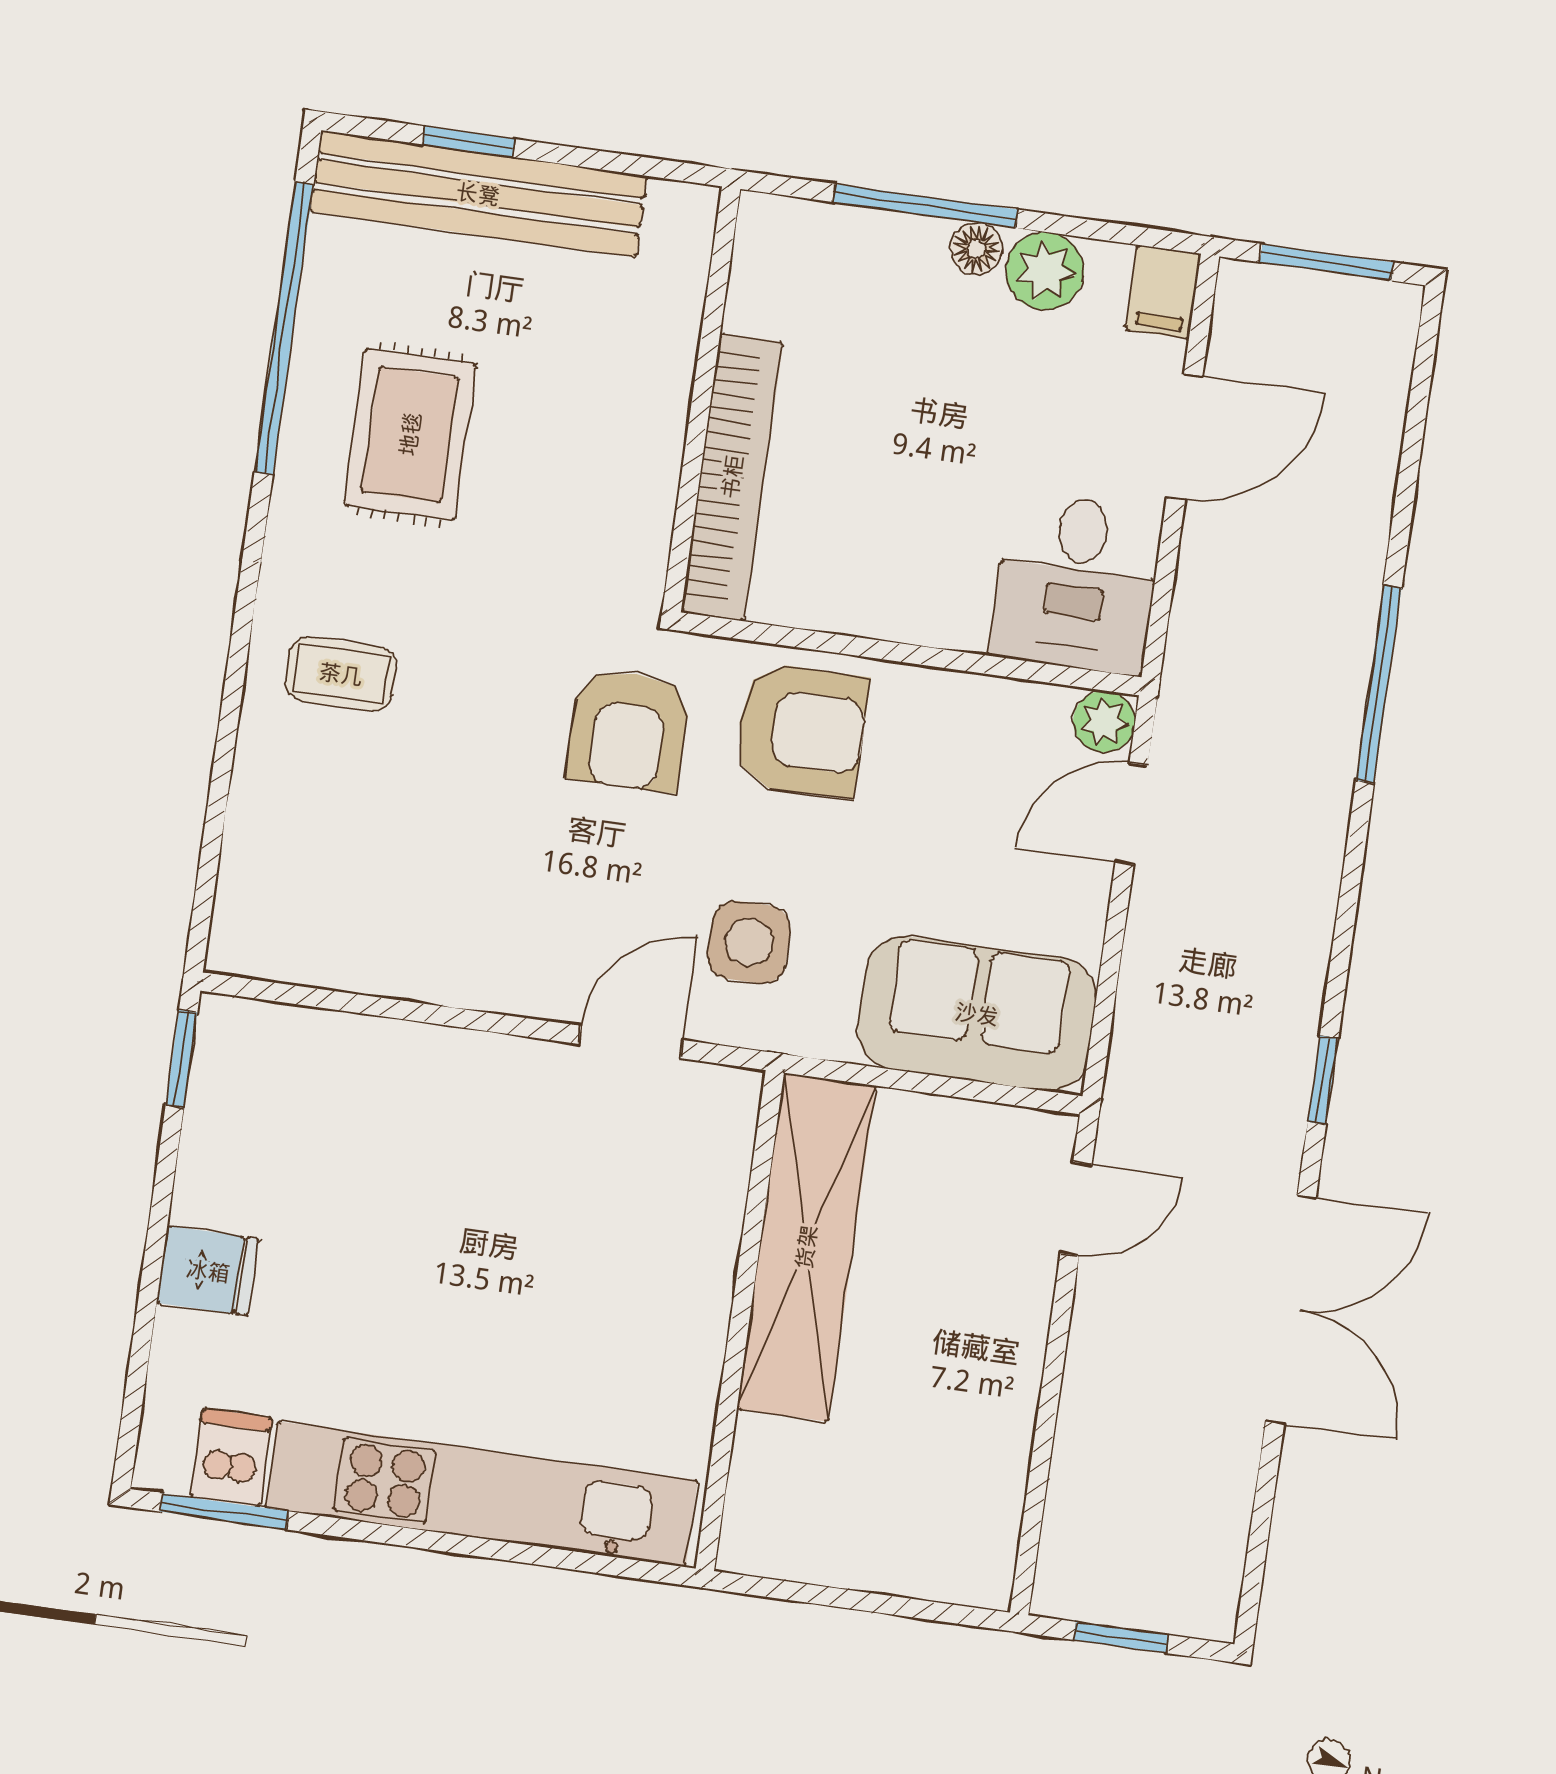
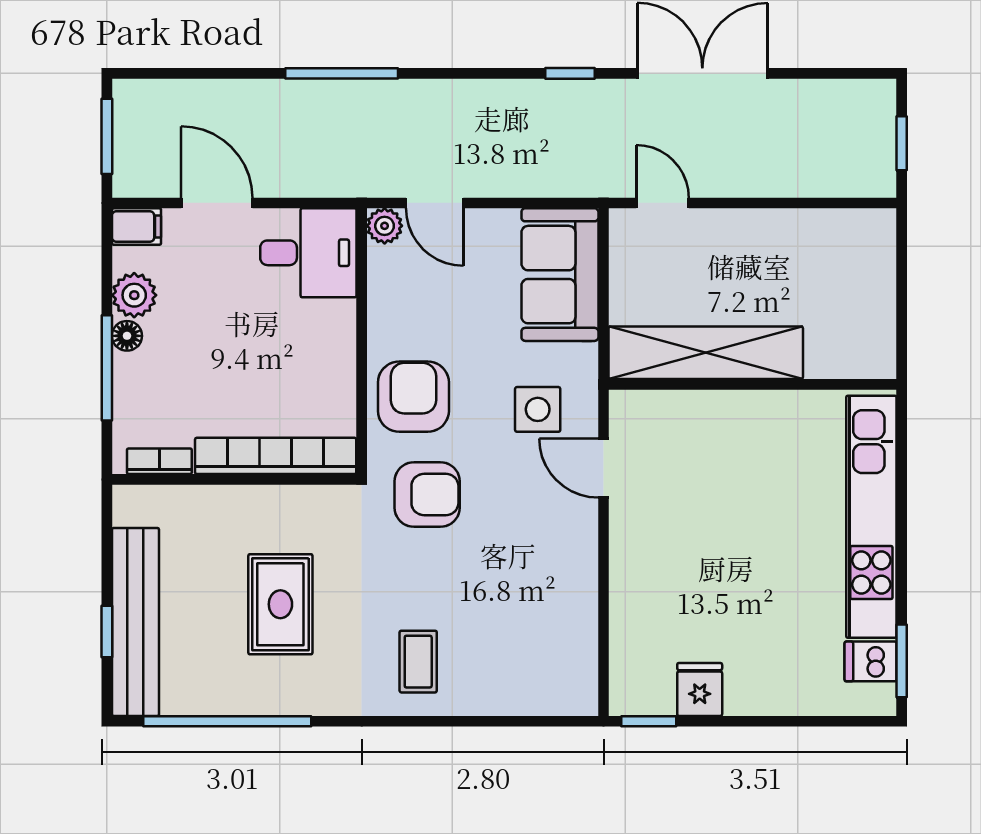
bookcase: (751, 274) -> (159, 461), added
rug: (410, 434) -> (280, 604), moved, turned 90
fridge: (208, 1271) -> (700, 689), moved

